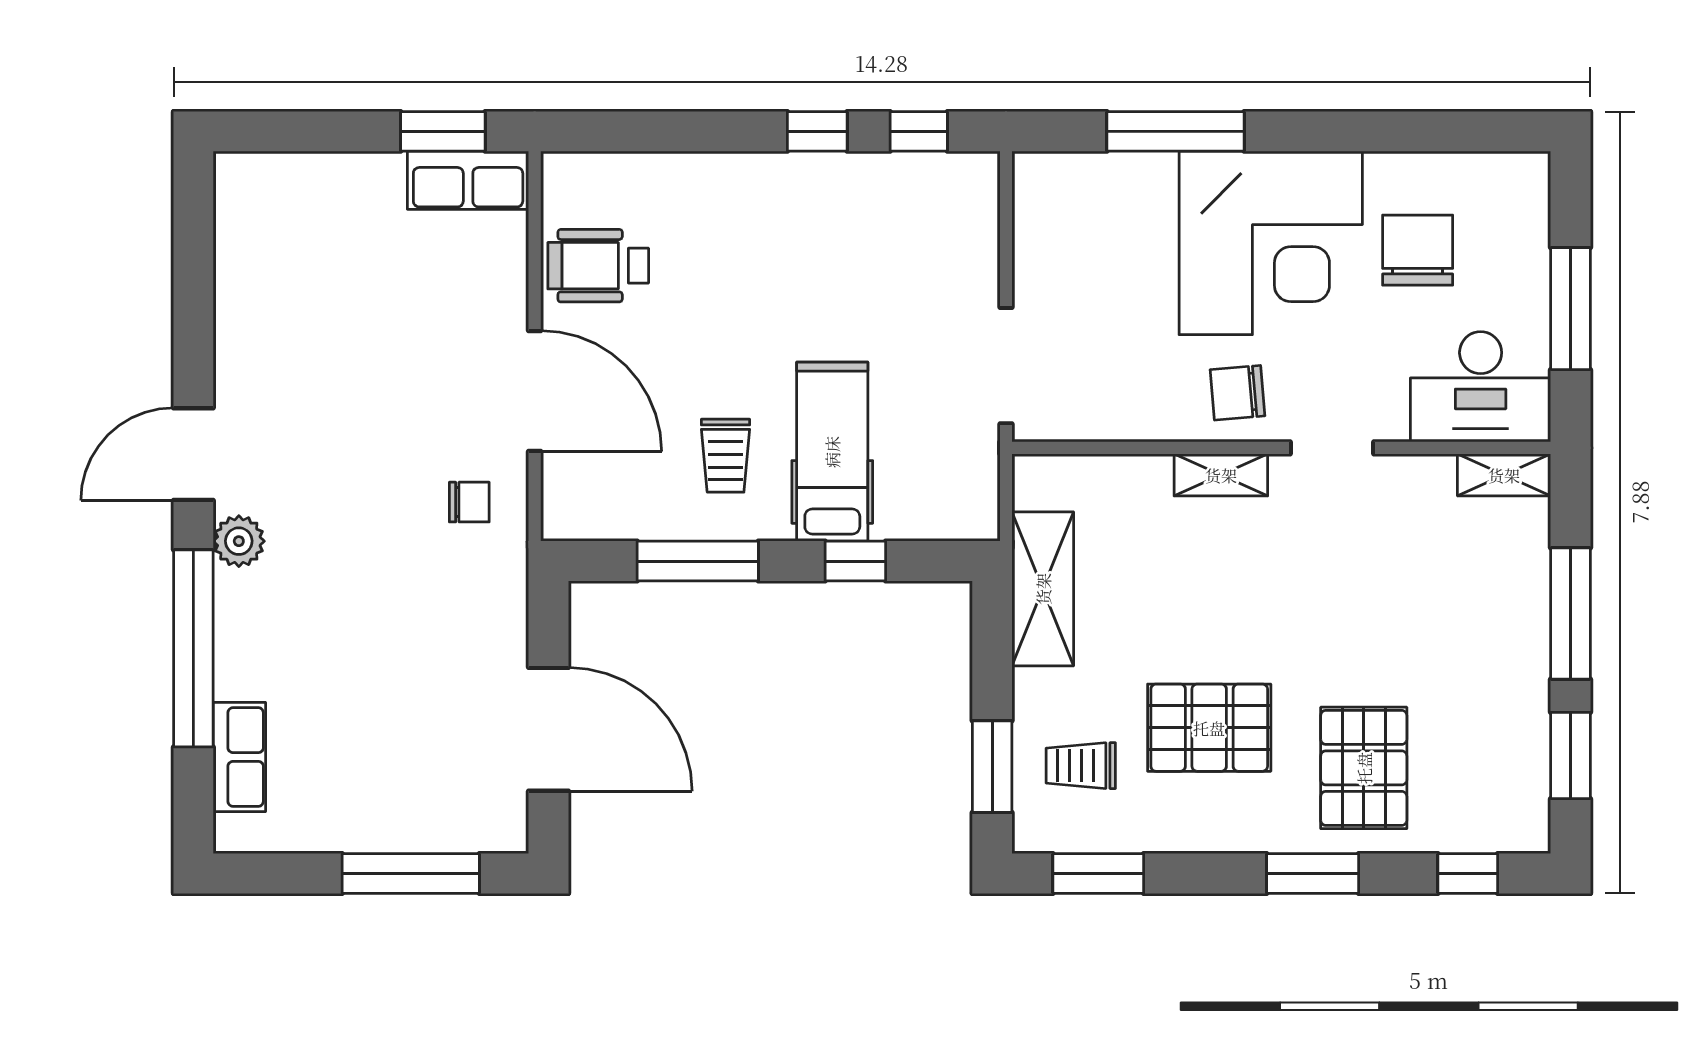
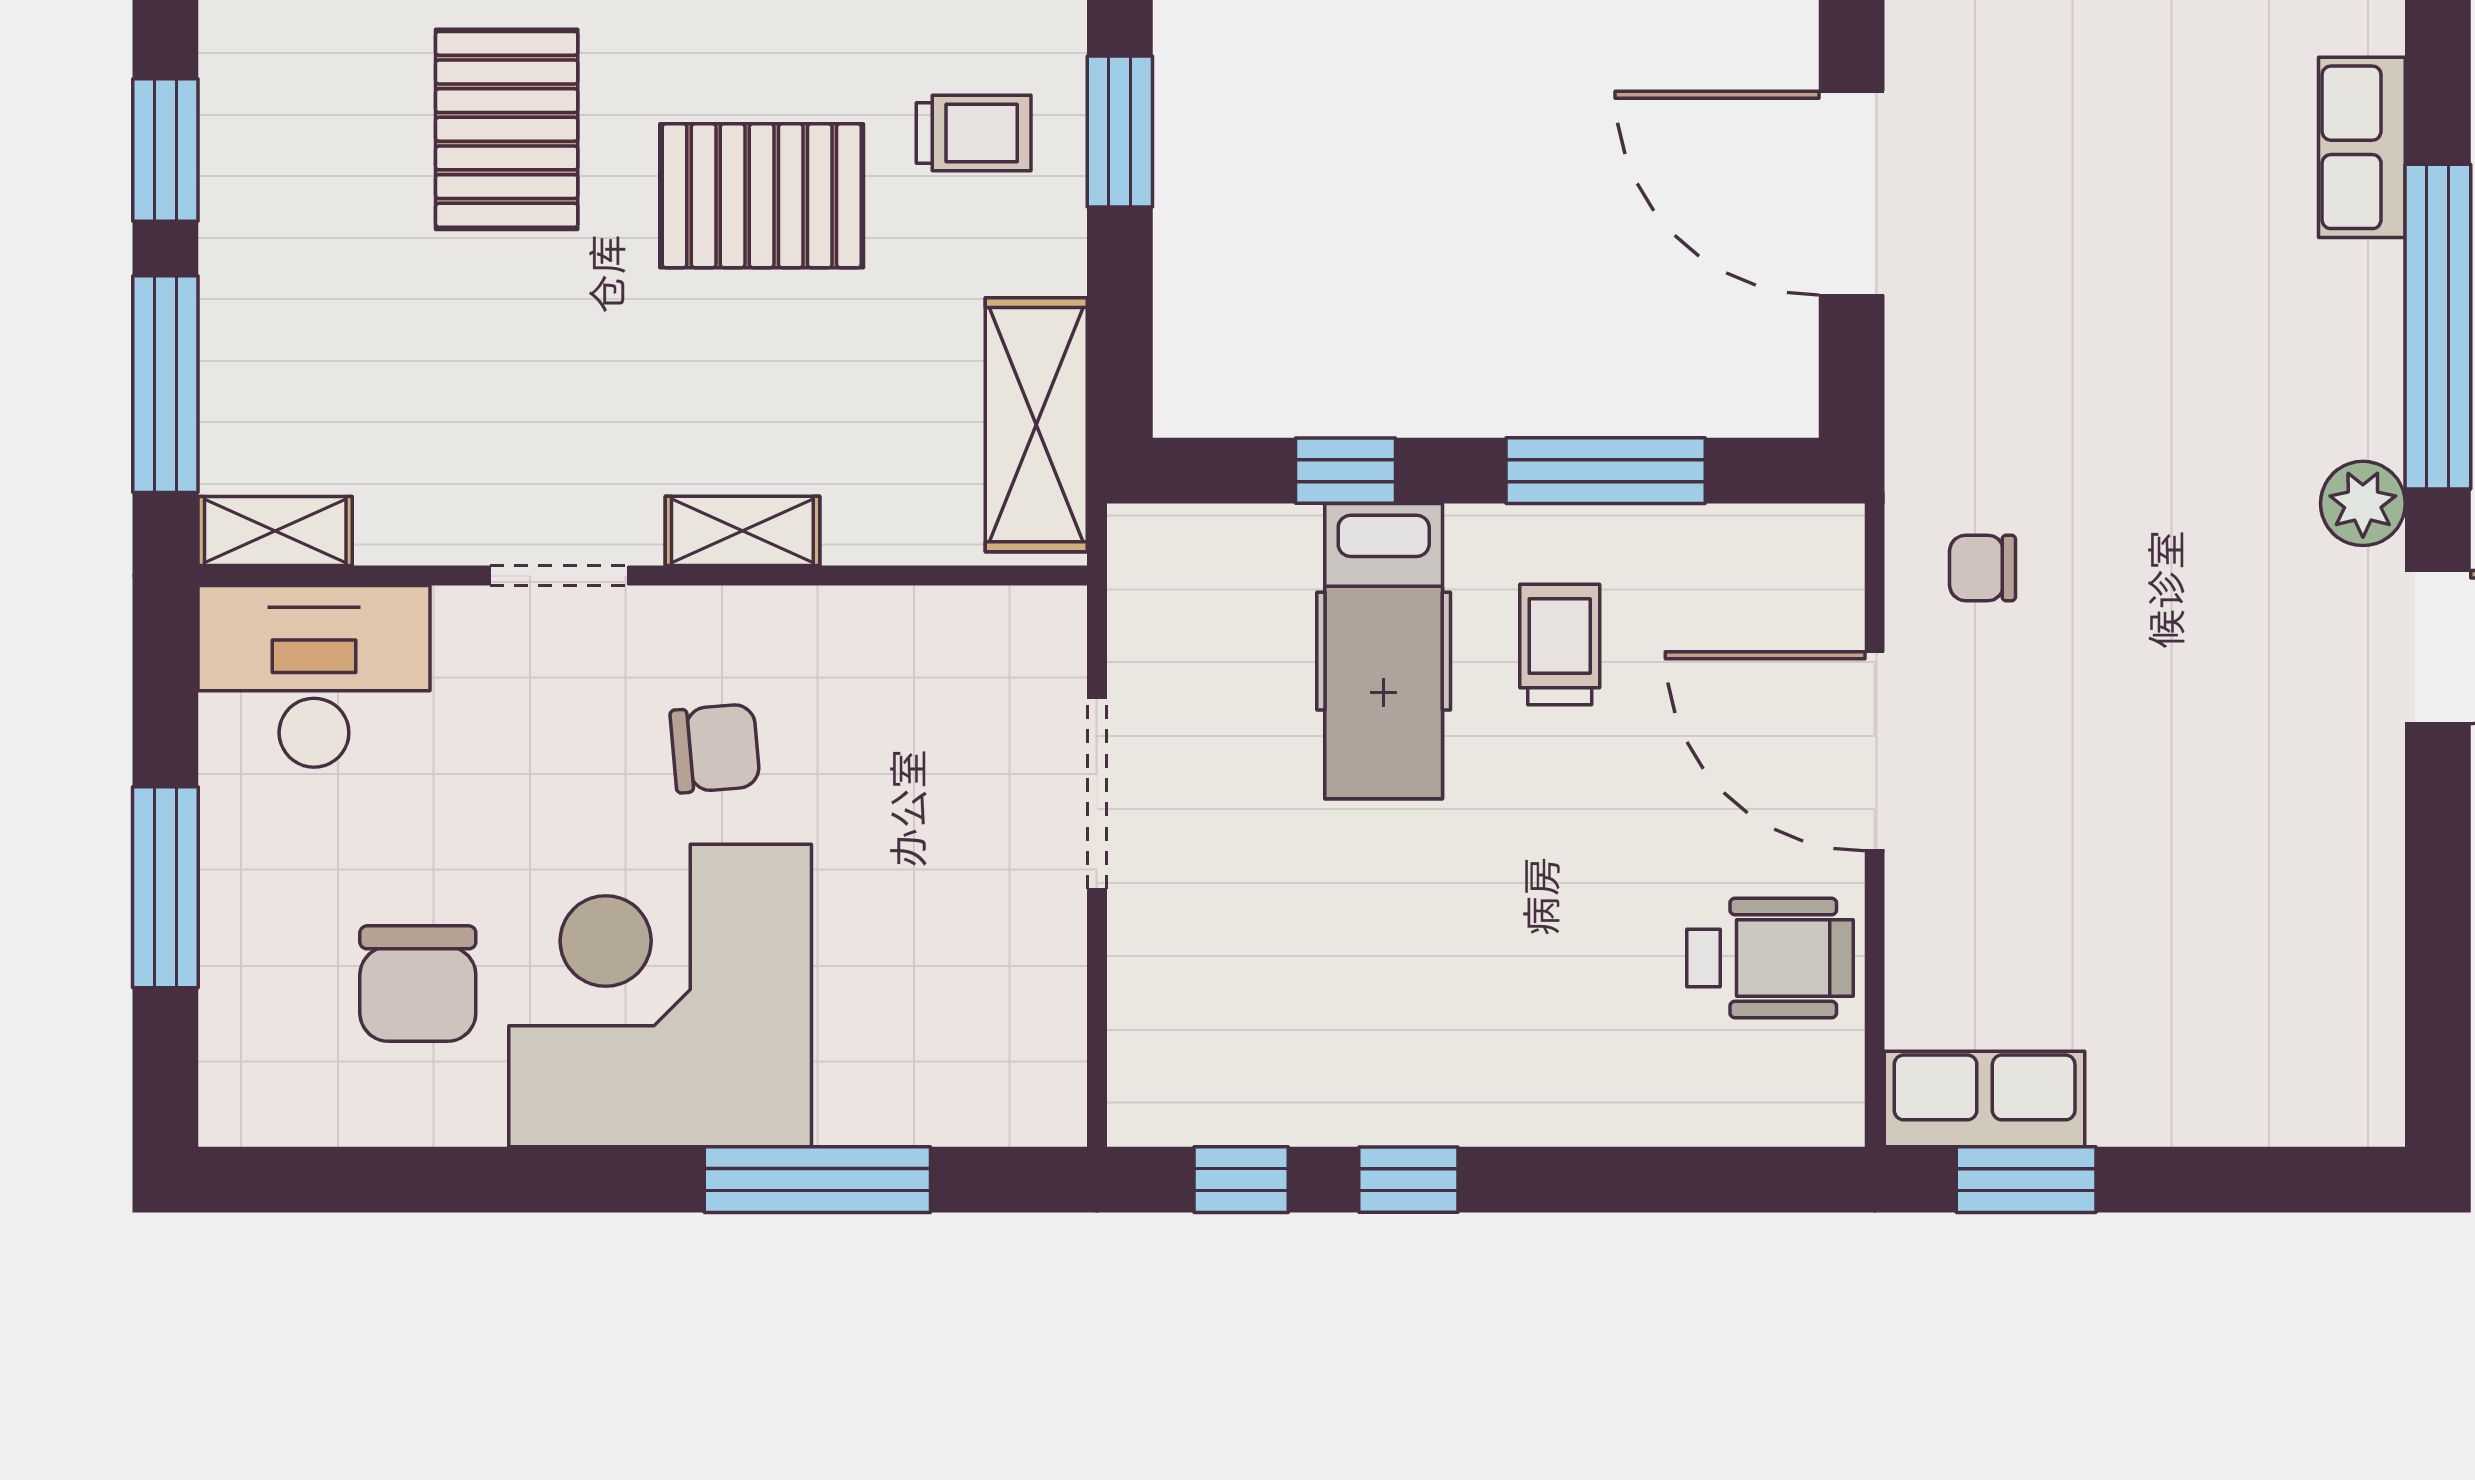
desk: (1481, 387) -> (314, 676), moved
wall: (1281, 448) -> (643, 575), moved
doorway: (1332, 448) -> (559, 575), moved
shelving: (1221, 475) -> (742, 531), moved
shelving: (1504, 475) -> (275, 531), moved

